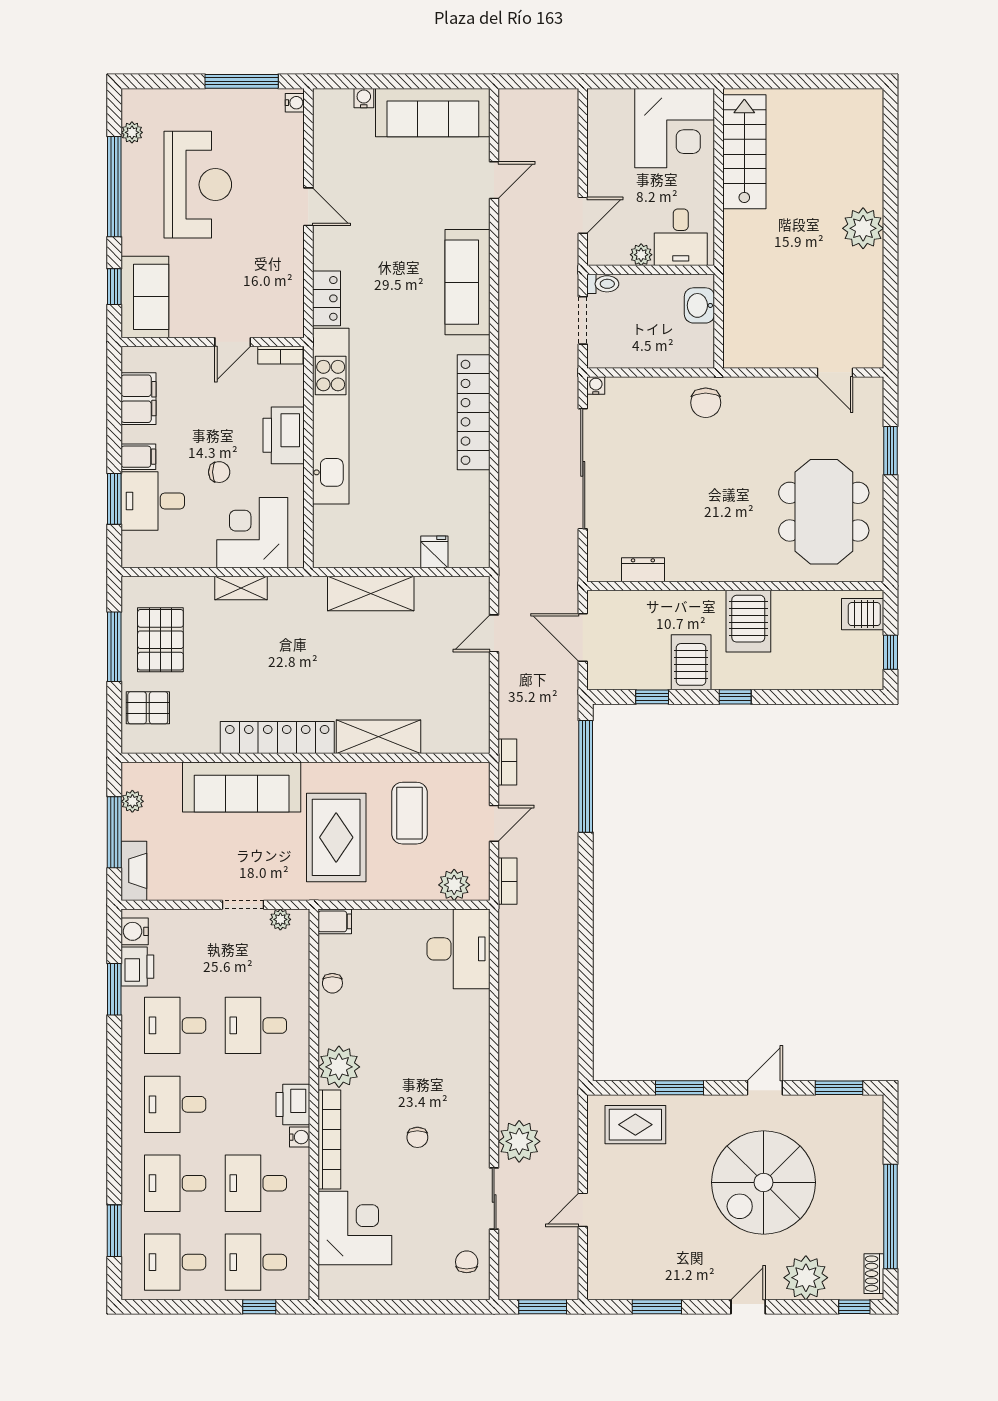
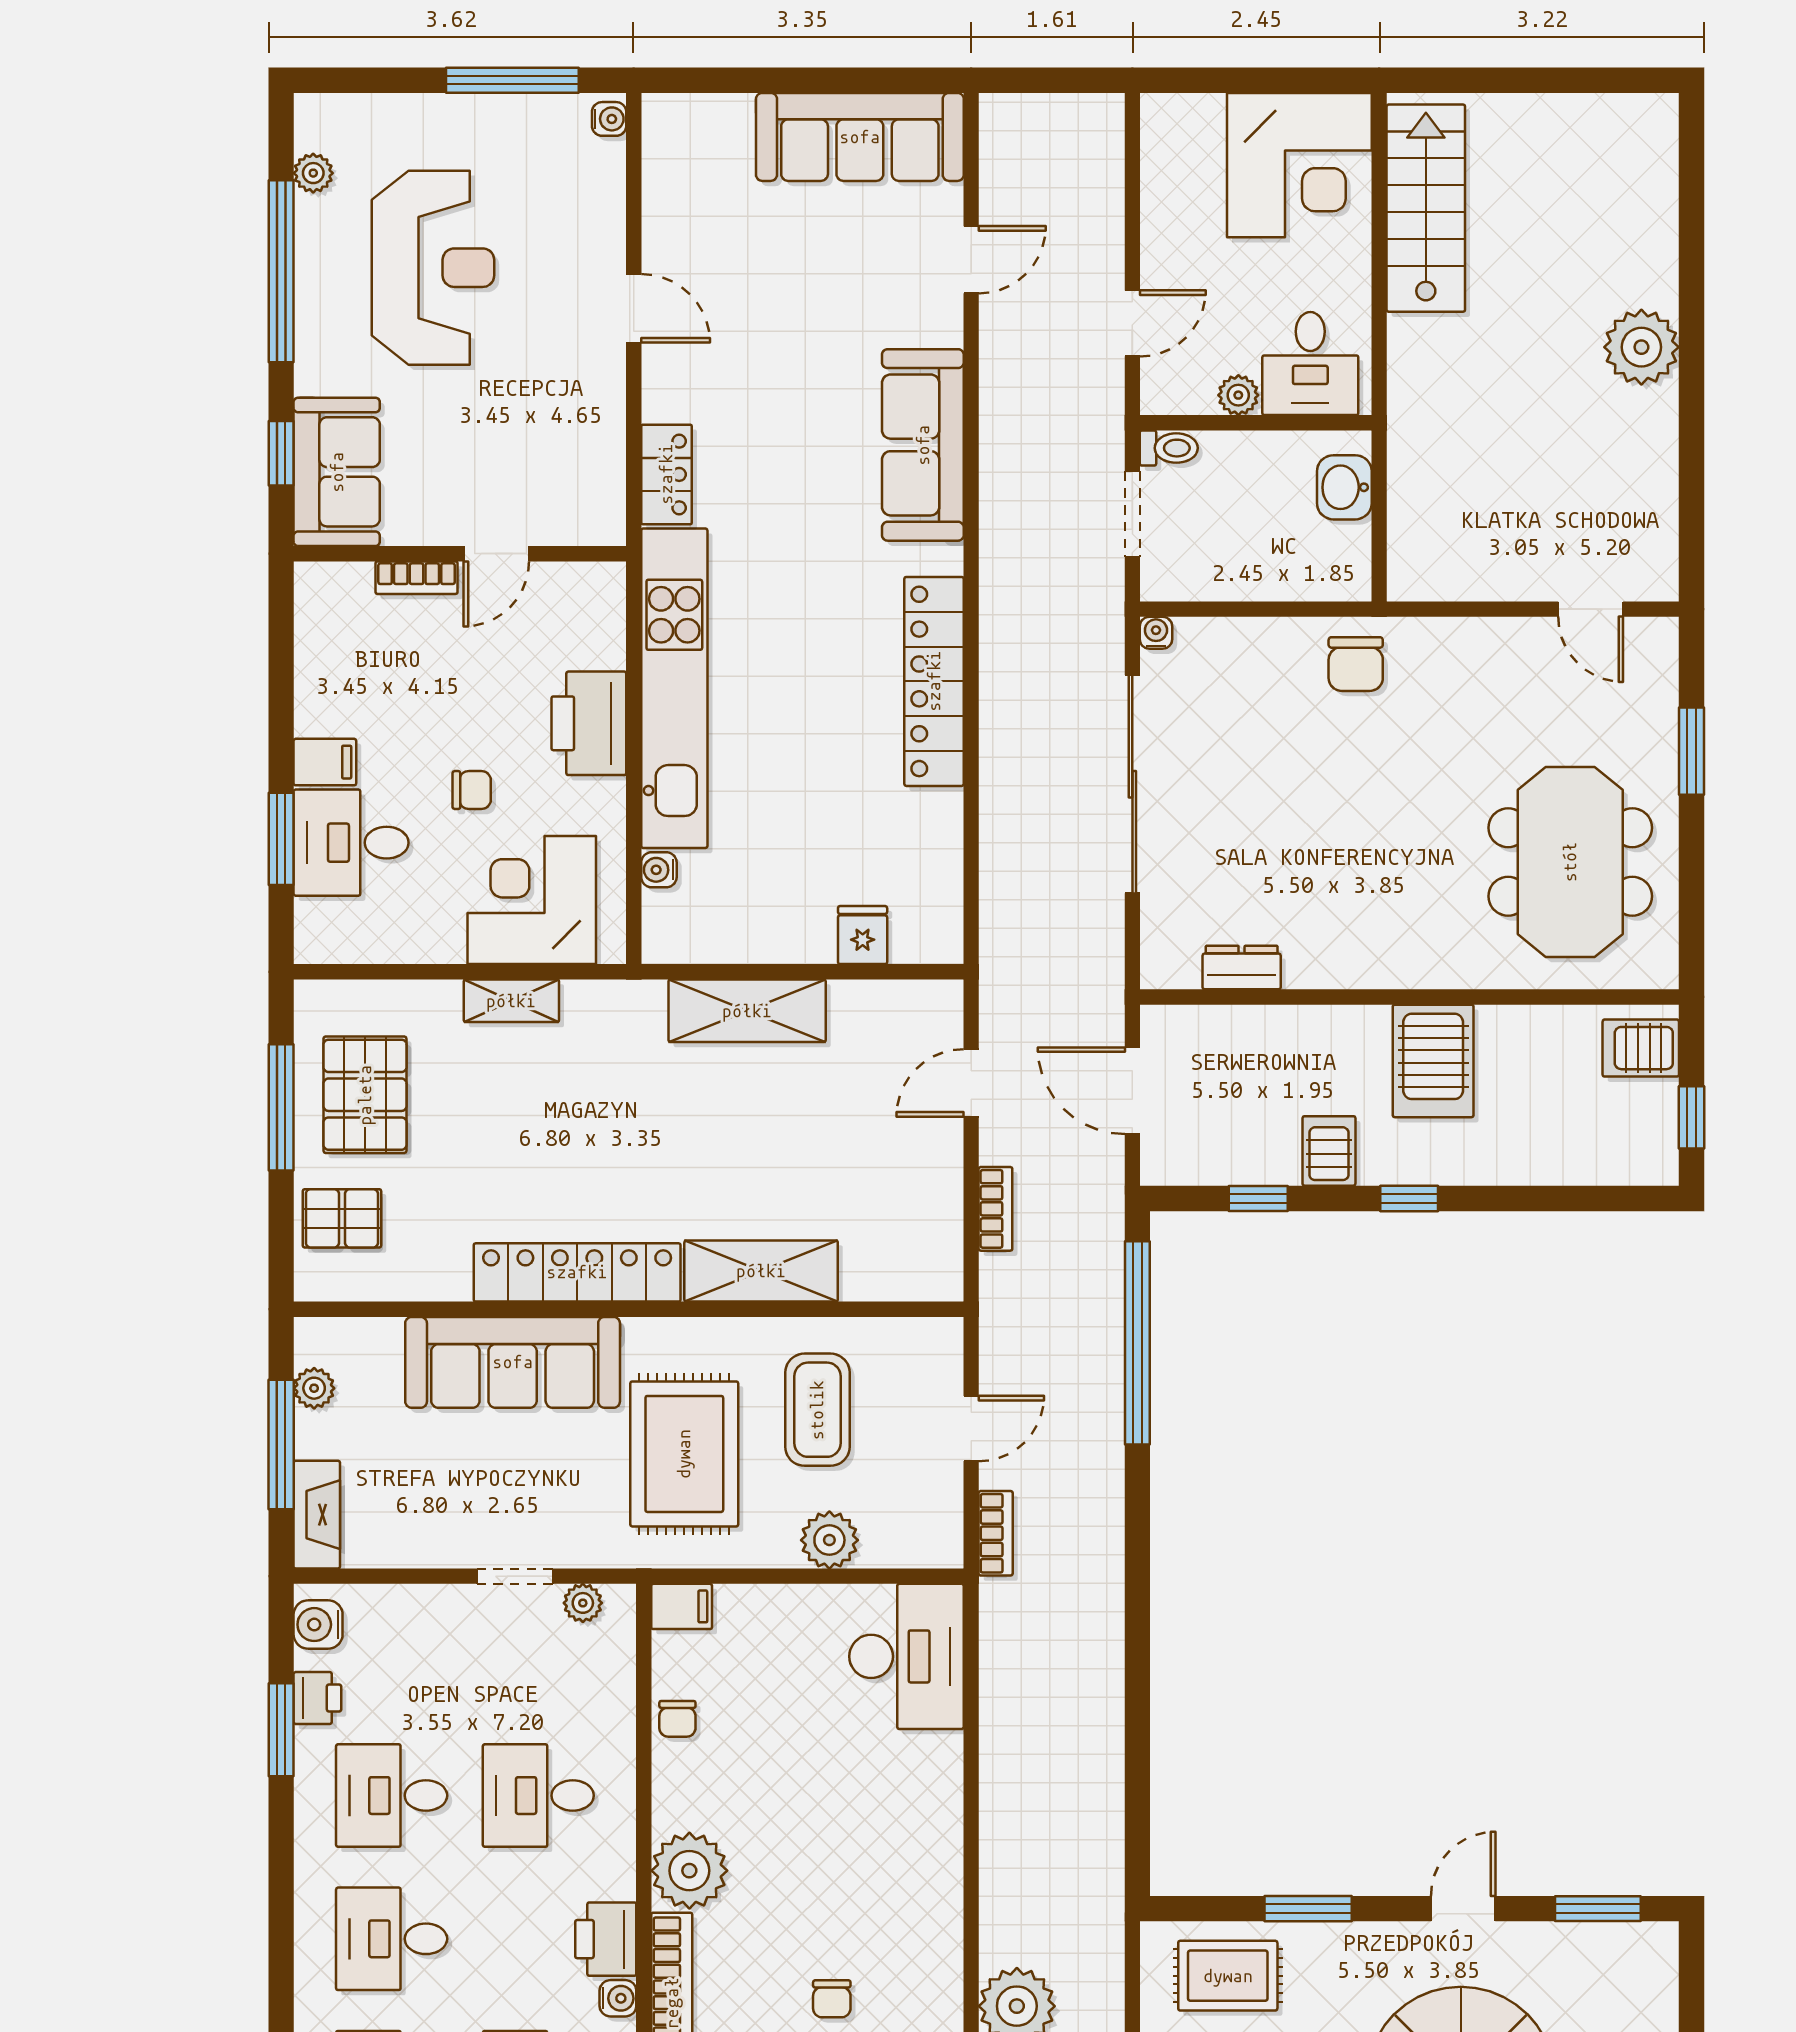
water cooler: (364, 98) -> (659, 870), moved, turned -90
bookcase: (280, 355) -> (417, 578), moved
filing cabinet: (139, 399) -> (325, 657), removed
server rack: (691, 662) -> (1329, 1151), width x0.73, depth x0.70
bookcase: (507, 762) -> (995, 1209), moved
plant: (454, 885) -> (829, 1540), moved
printer: (137, 967) -> (317, 1698), width x0.73, depth x0.81

